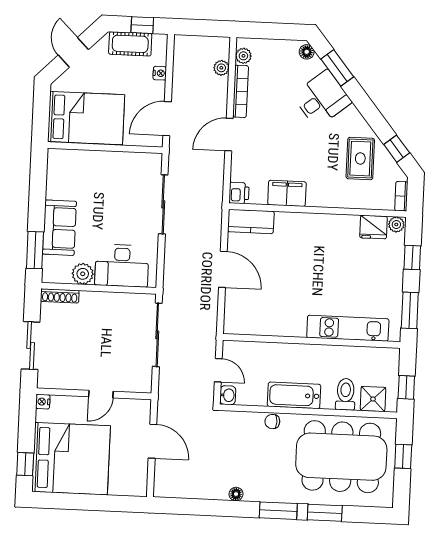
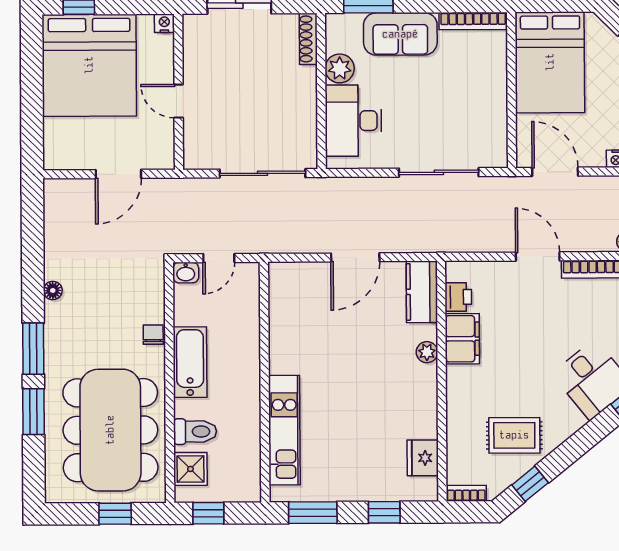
bookcase: (53, 173) -> (473, 21), added
printer: (239, 193) -> (458, 297), moved, turned -90
plant: (396, 225) -> (427, 352), moved

